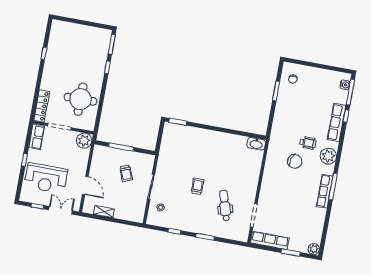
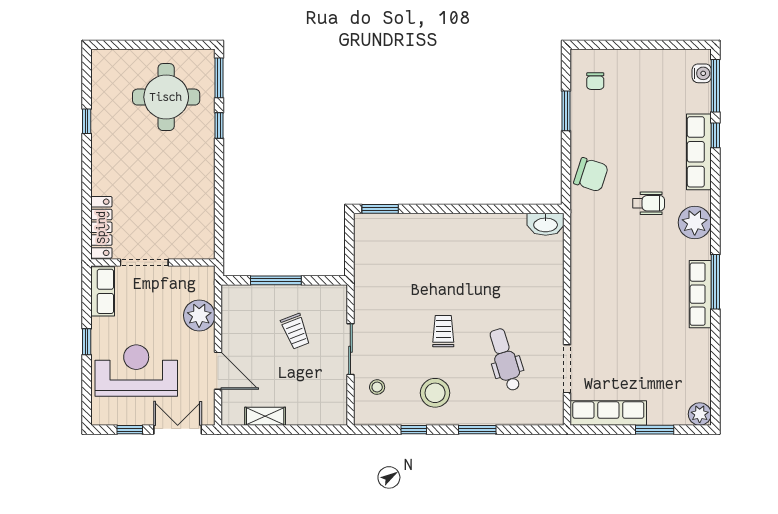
round table: (81, 99) -> (166, 97), moved
plant: (84, 141) -> (199, 315), moved
chair: (295, 161) -> (591, 175), moved
reception desk: (46, 178) -> (136, 371), turned 180
stool: (188, 215) -> (435, 393), added

